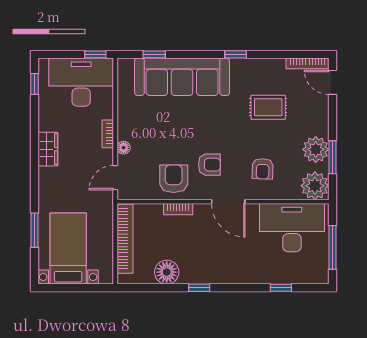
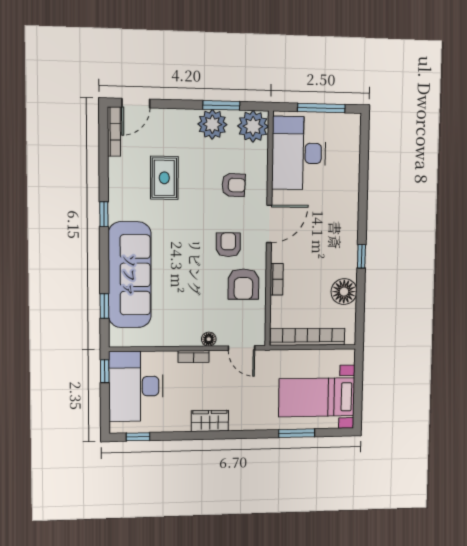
armchair: (174, 179) -> (243, 284), turned -90
window: (281, 288) -> (364, 167), removed

